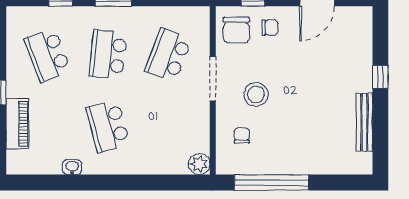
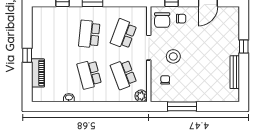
school desk: (48, 55) -> (124, 74), moved
window: (272, 183) -> (182, 106), width x0.68

